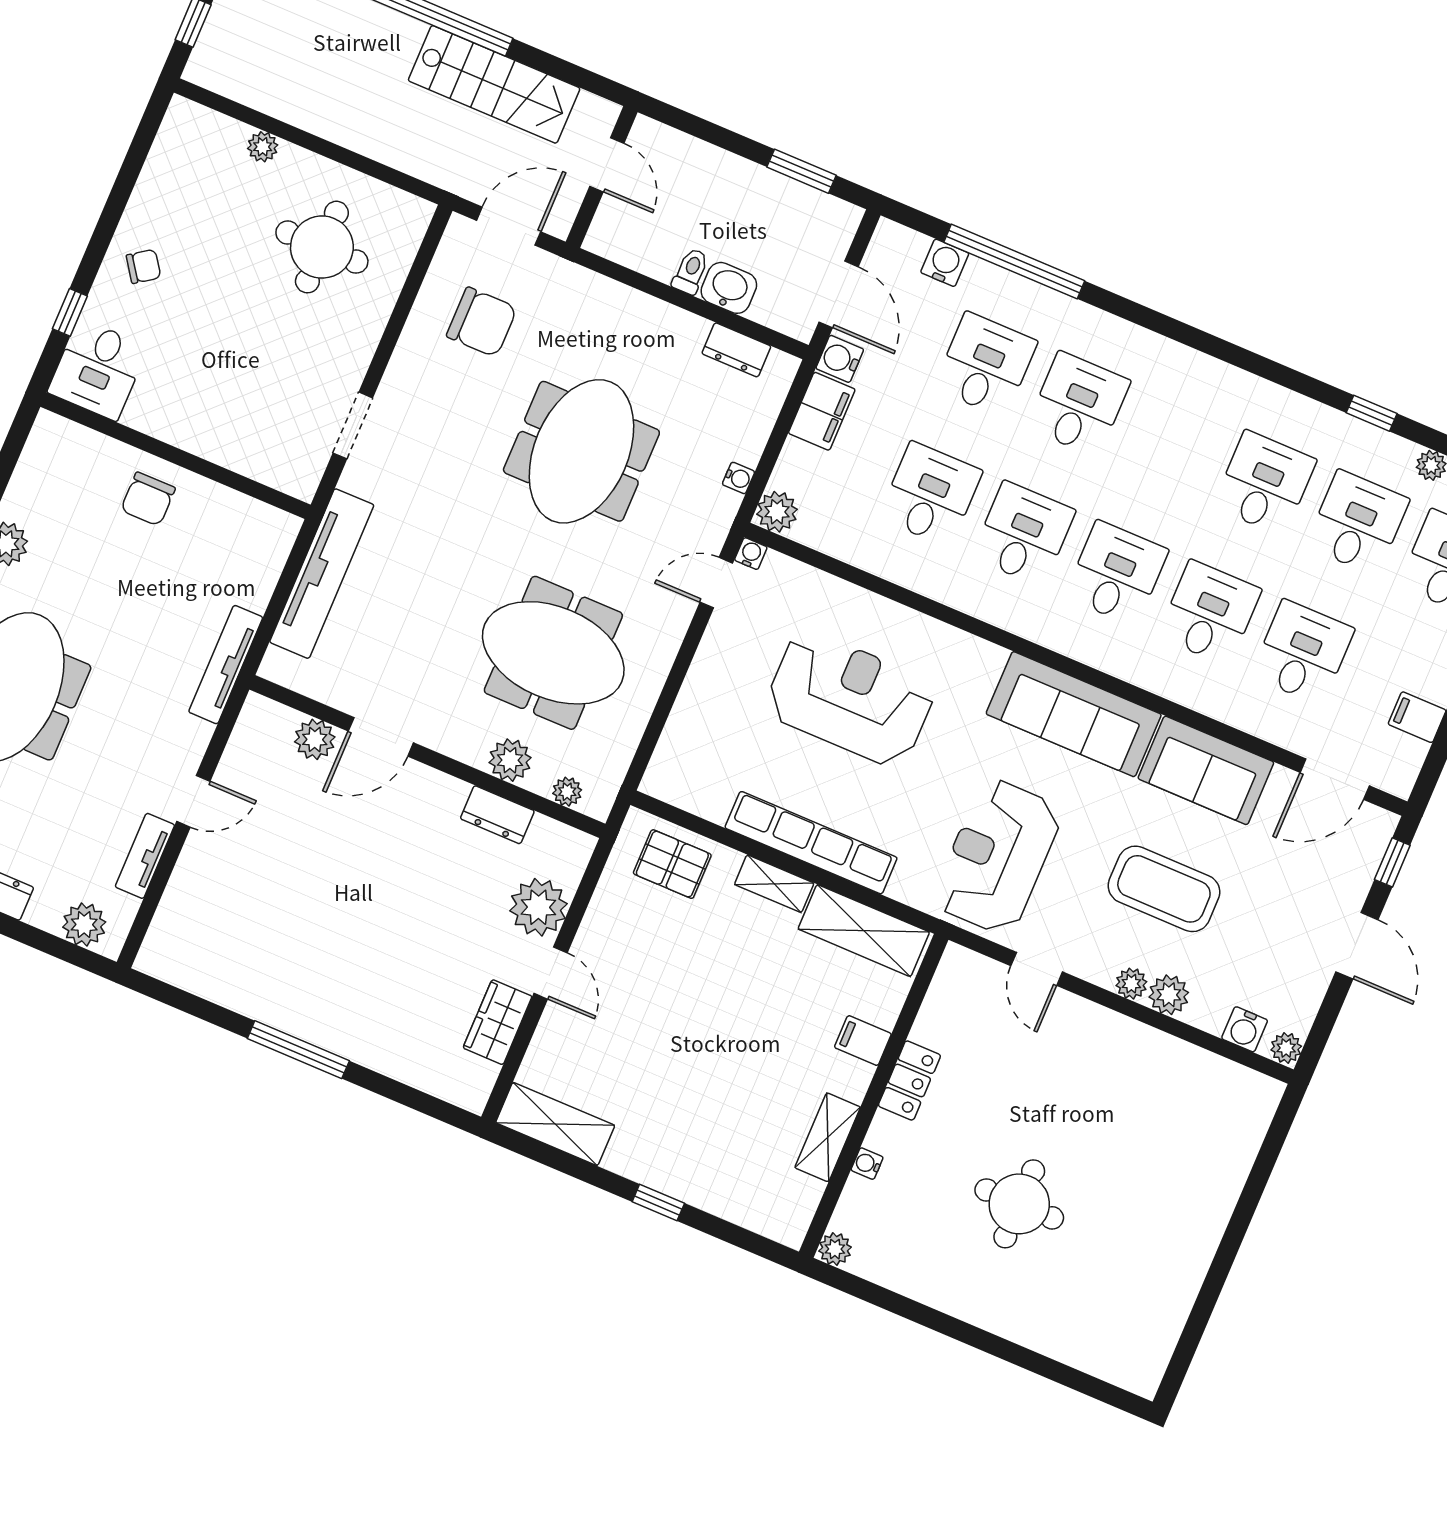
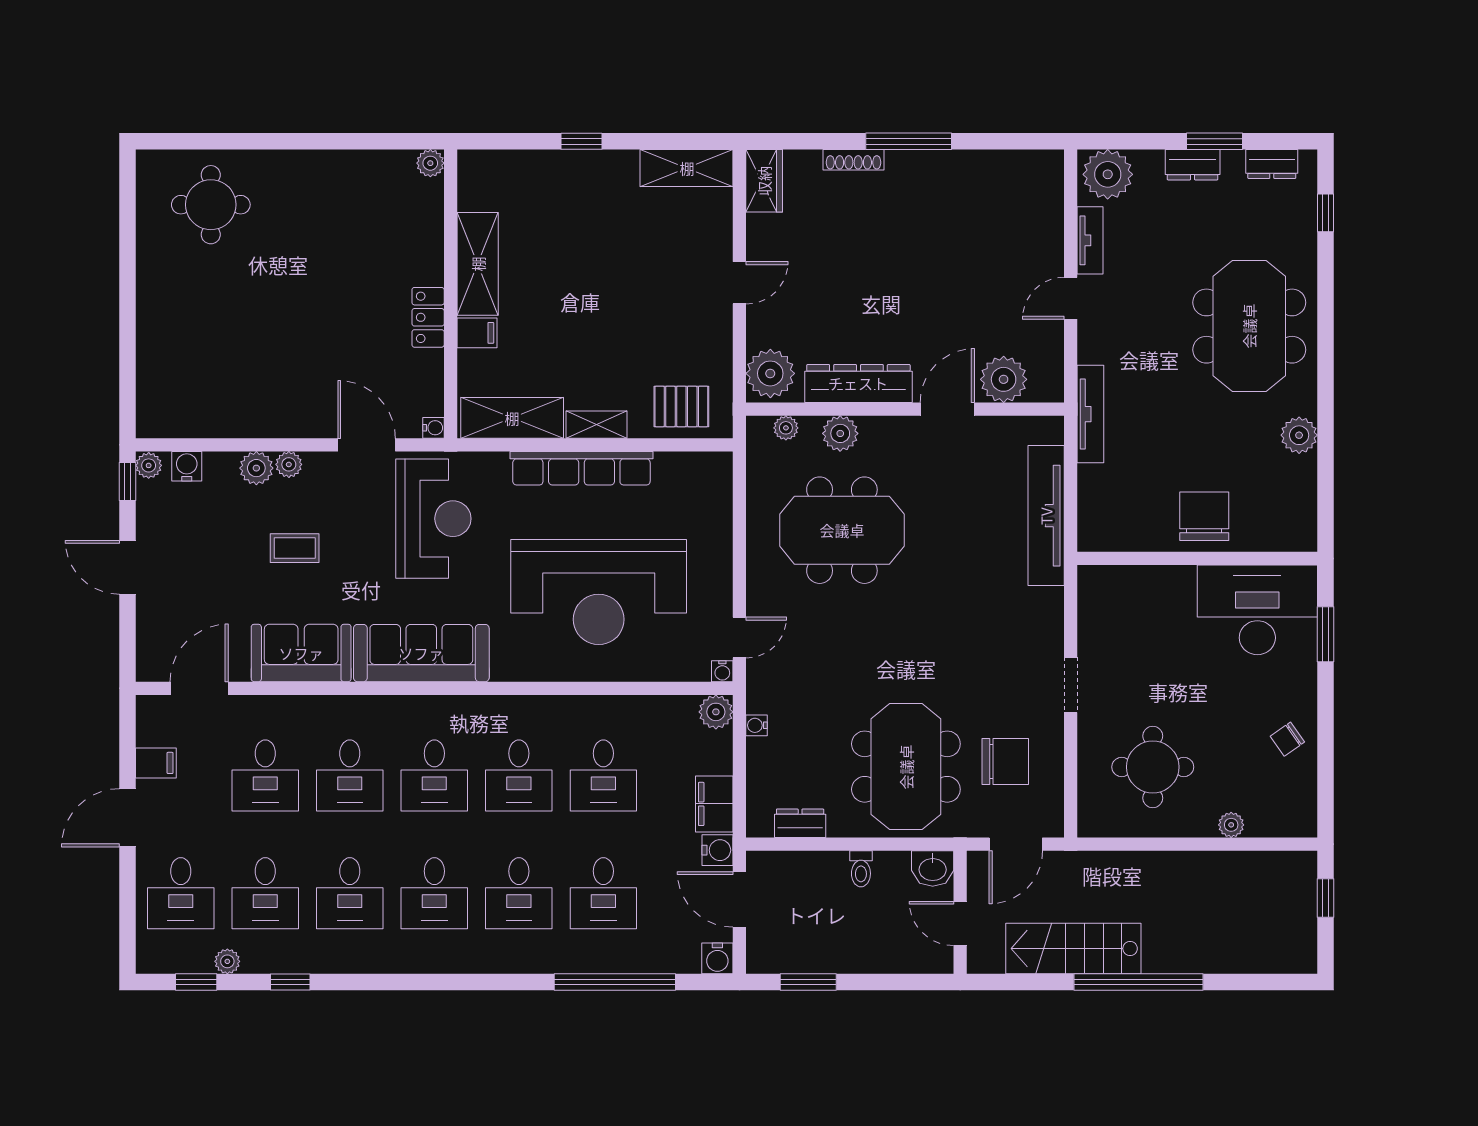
water cooler: (945, 263) -> (717, 958), moved
chair: (143, 266) -> (1287, 739), moved
washbasin: (729, 288) -> (933, 868), moved
window: (70, 312) -> (1325, 634), width x1.50
chair: (482, 322) -> (1005, 761), turned 180
desk: (98, 369) -> (1257, 610), width x1.87, depth x1.30
doorway: (353, 426) -> (1071, 685), moved
desk: (1172, 444) -> (434, 893), added
meeting table: (581, 451) -> (906, 767), moved
chair: (148, 499) -> (1204, 516), width x1.37, depth x1.37
reception desk: (850, 698) -> (599, 592), width x1.36, depth x1.30
plant: (315, 739) -> (1004, 379), width x1.36, depth x1.36
dresser: (497, 815) -> (858, 383), width x1.96, depth x1.24
window: (1392, 862) -> (128, 482), moved
coffee table: (1164, 889) -> (295, 548), width x0.54, depth x0.58
plant: (538, 907) -> (770, 373), moved
plant: (84, 925) -> (1108, 174), width x1.36, depth x1.36
door: (1037, 969) -> (367, 445), width x1.38
door: (551, 973) -> (739, 283), swing flipped
wardrobe: (498, 1022) -> (764, 181), moved
shoe rack: (368, 1055) -> (853, 160), added
shelving: (828, 1137) -> (478, 264), width x1.50, depth x1.33
water cooler: (867, 1164) -> (434, 428), moved
round table: (1019, 1204) -> (211, 205), moved

